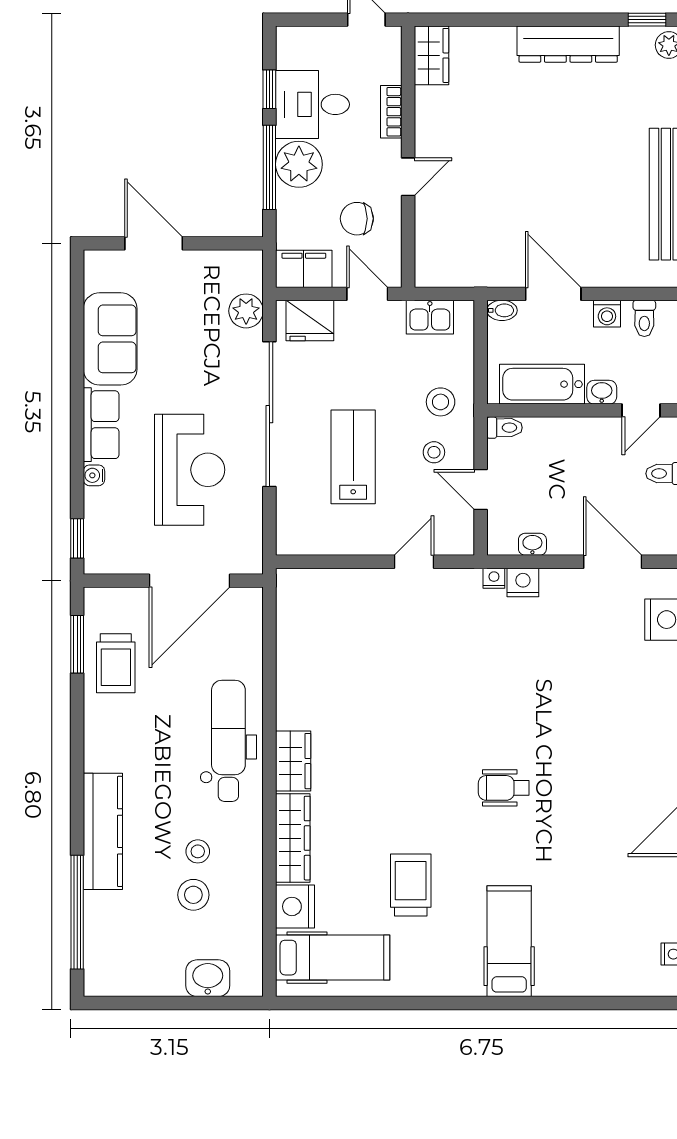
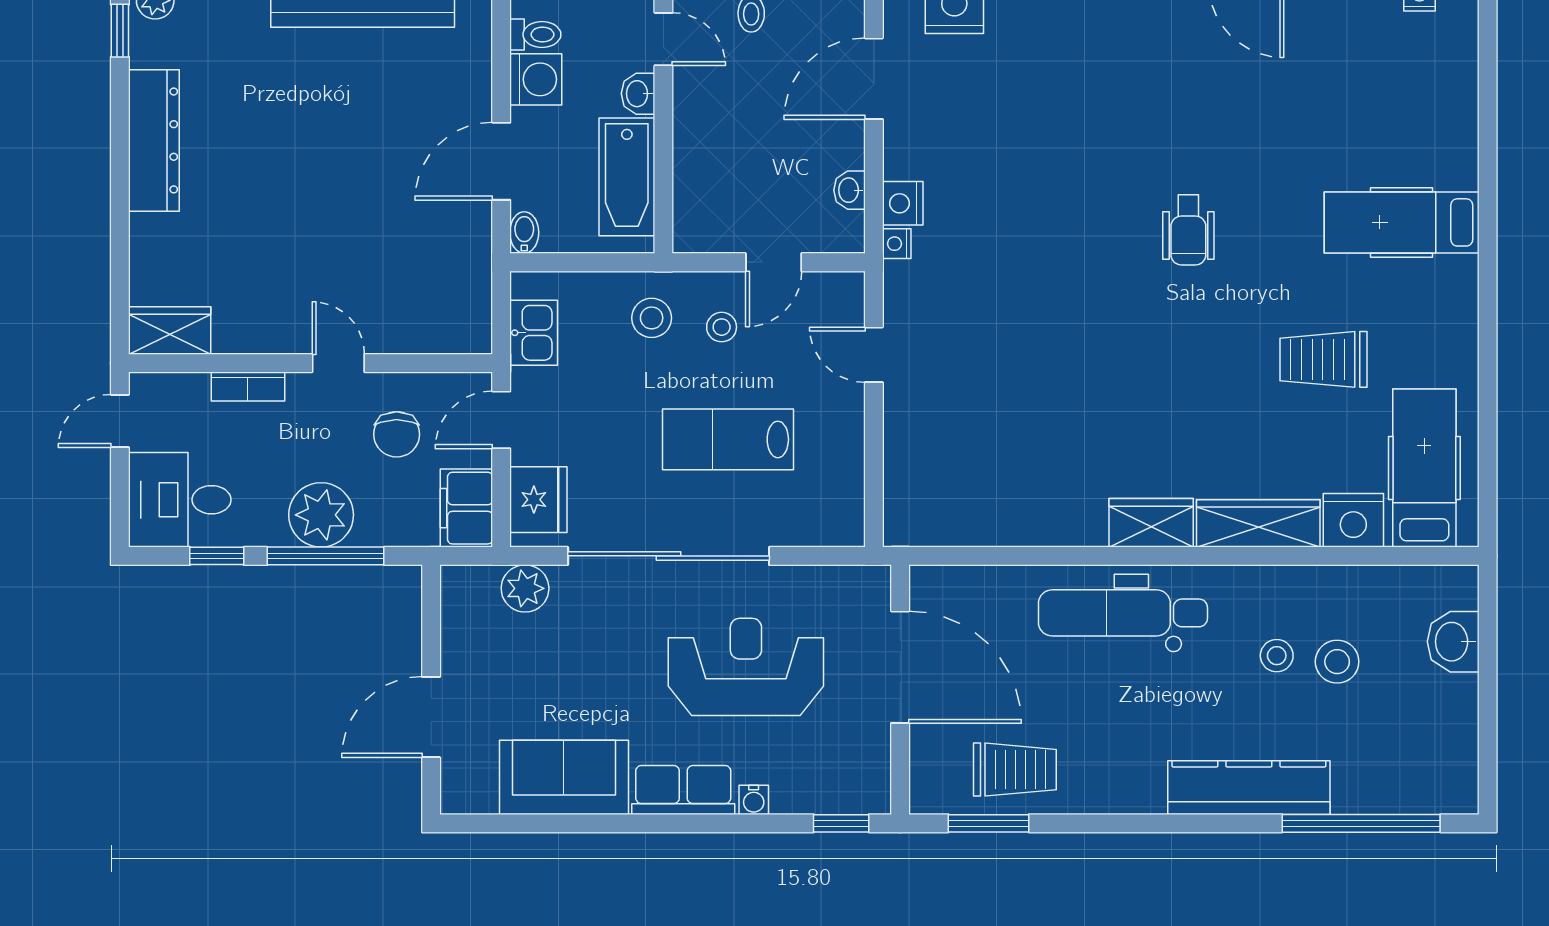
desk: (312, 104) -> (180, 500), moved, turned 90
washing machine: (607, 314) -> (536, 79), width x1.38, depth x1.38
toilet: (505, 428) -> (687, 229), removed

